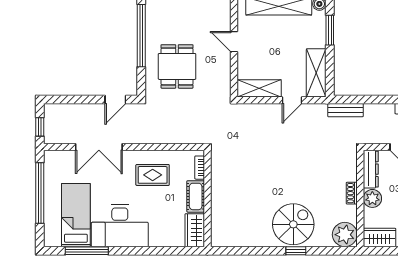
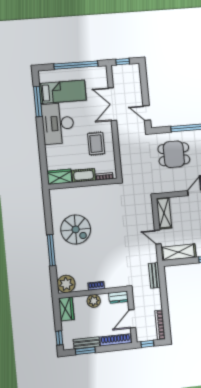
dresser: (371, 169) -> (119, 297), width x0.70
spiral stairs: (293, 224) -> (76, 229), moved
window: (296, 251) -> (51, 250), width x2.17

